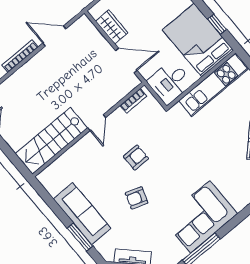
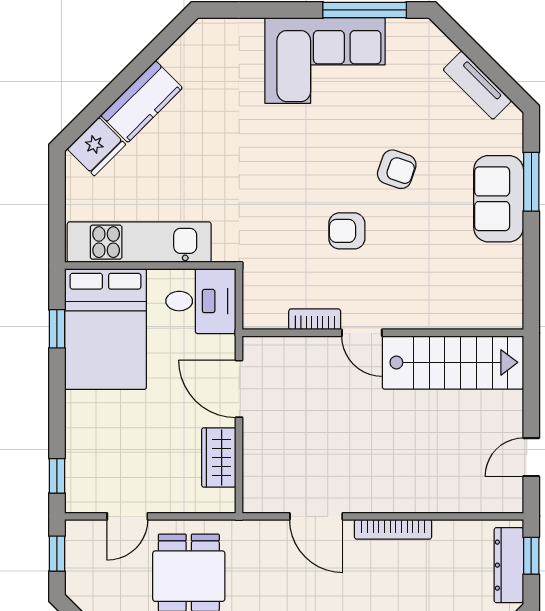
bookcase: (133, 101) -> (315, 319), moved
door: (97, 123) -> (362, 333), swing flipped
sofa: (82, 214) -> (499, 199), width x0.73

